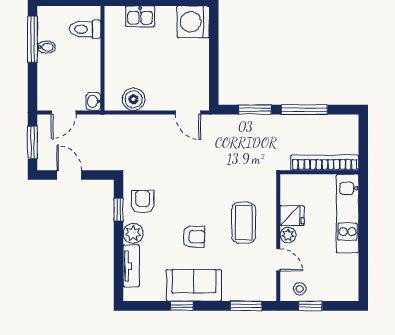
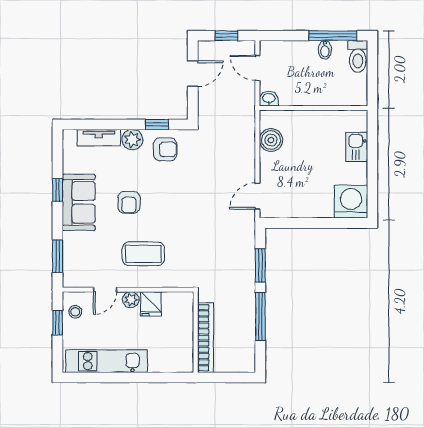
toilet: (85, 29) -> (358, 56), moved, turned 180
window: (32, 142) -> (226, 36), width x0.67
kitchen unit: (348, 213) -> (106, 361), moved

